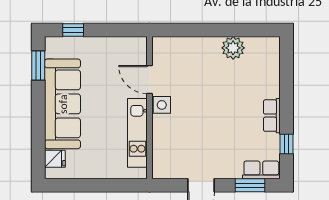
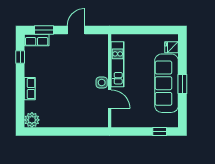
plant: (233, 48) -> (32, 120), moved
window: (38, 65) -> (182, 84), moved
row of seats: (272, 116) -> (30, 89), moved

